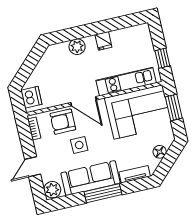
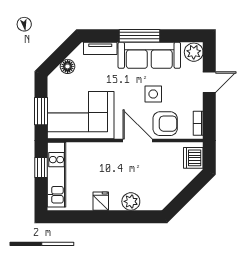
kitchen unit: (126, 82) -> (57, 175), moved, turned -90

